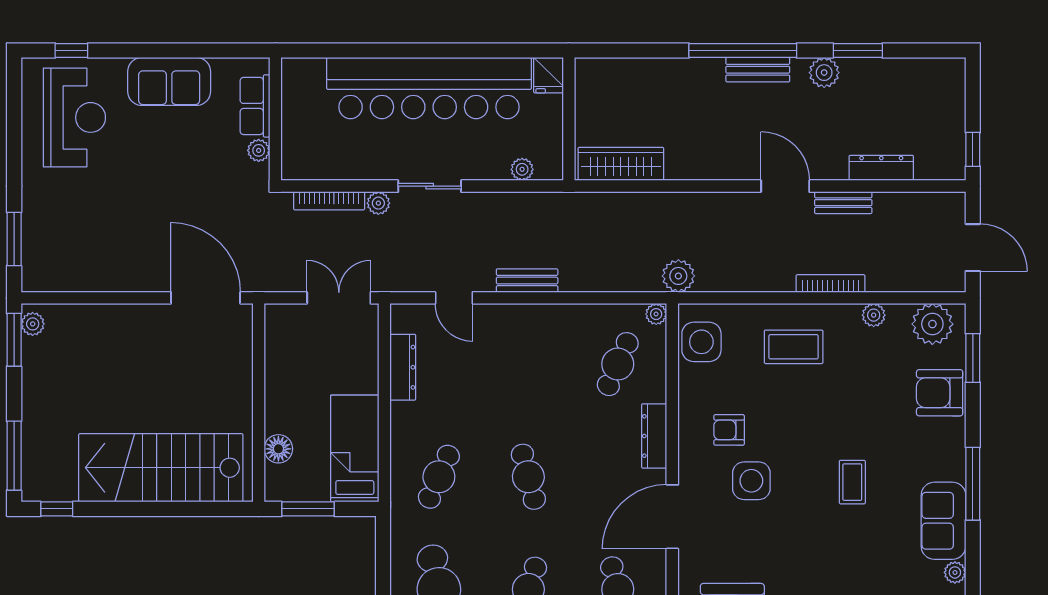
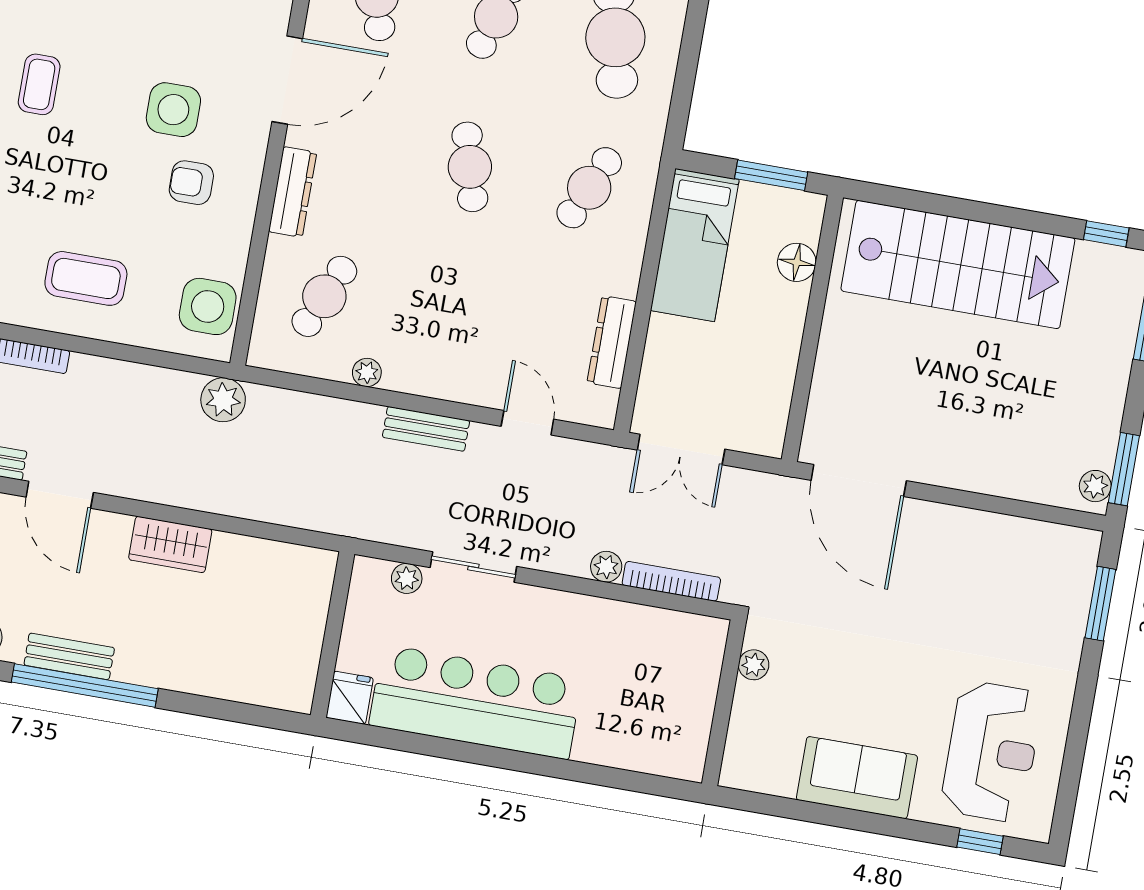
bar counter: (429, 88) -> (476, 702), width x0.73
row of seats: (255, 106) -> (748, 725), removed
reception desk: (74, 117) -> (992, 752), turned 180
wardrobe: (621, 164) -> (170, 544), moved, width x0.67
sliding door: (430, 186) -> (473, 567), moved
plant: (656, 314) -> (367, 372), moved
armchair: (729, 430) -> (191, 183), turned 180

